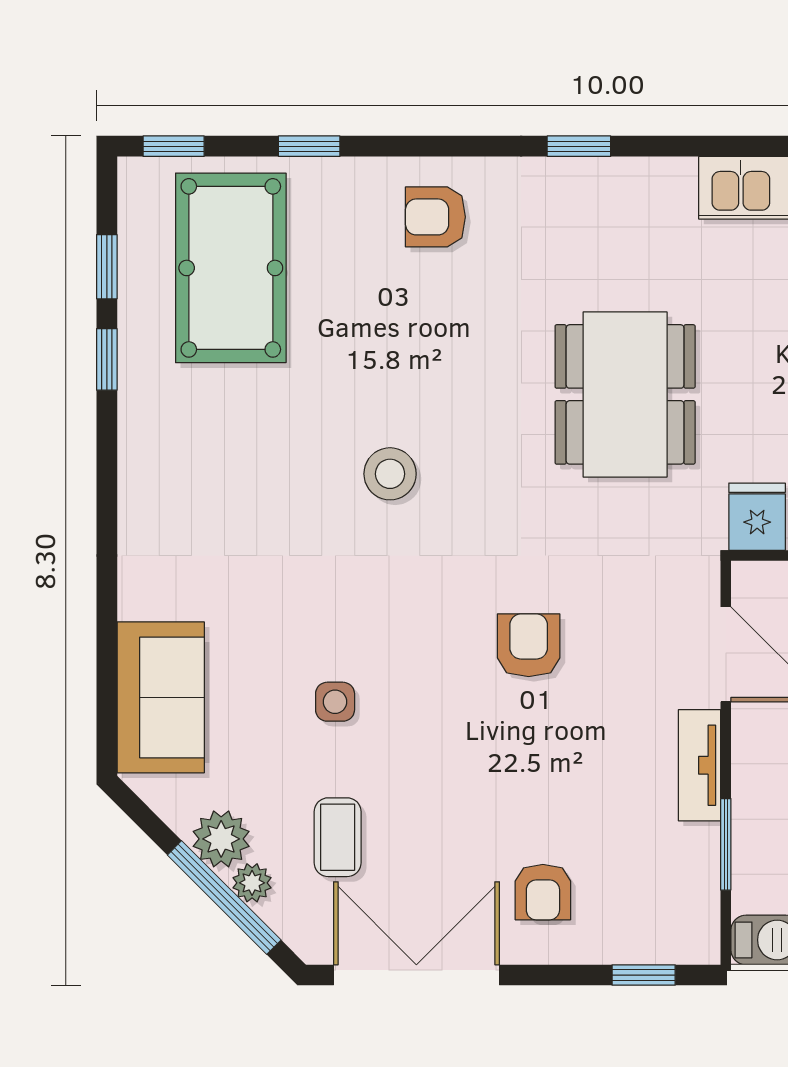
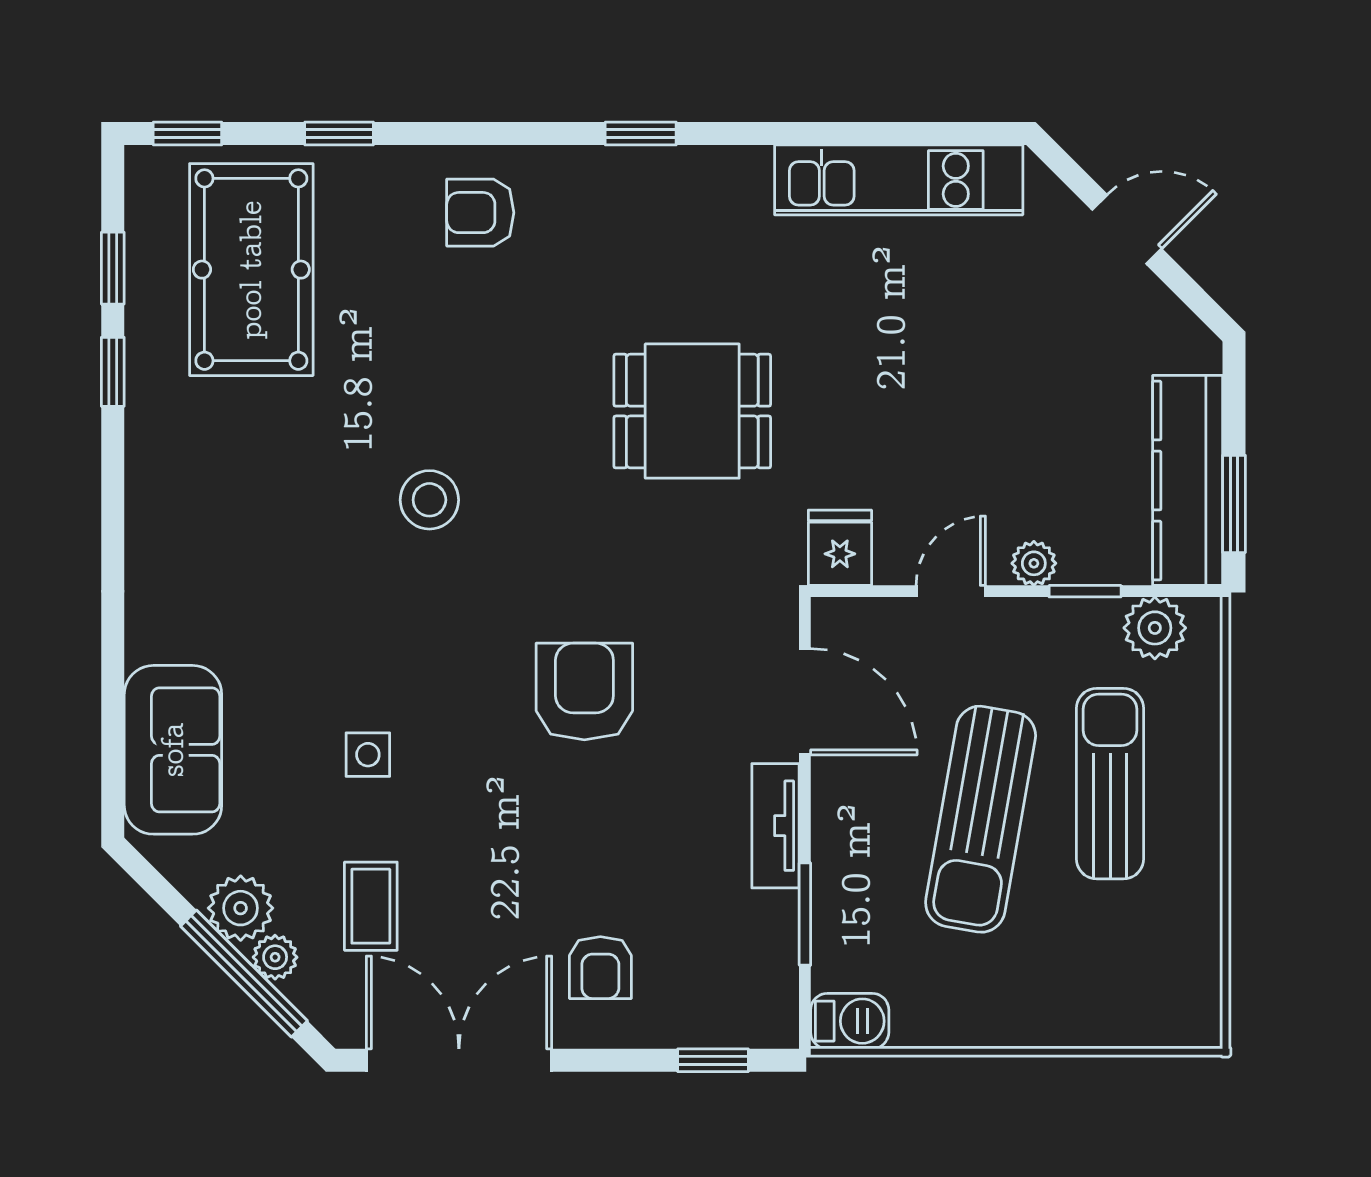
dining table: (625, 394) -> (692, 411), width x0.73
armchair: (529, 645) -> (584, 692), width x1.38, depth x1.38

